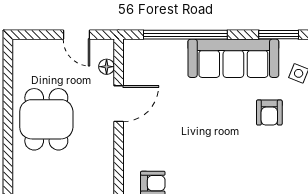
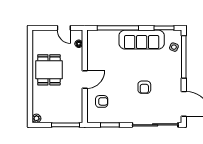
door: (119, 104) -> (85, 79), moved
armchair: (269, 113) -> (144, 87), moved

